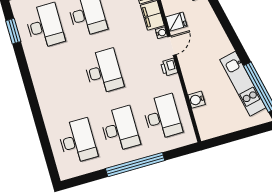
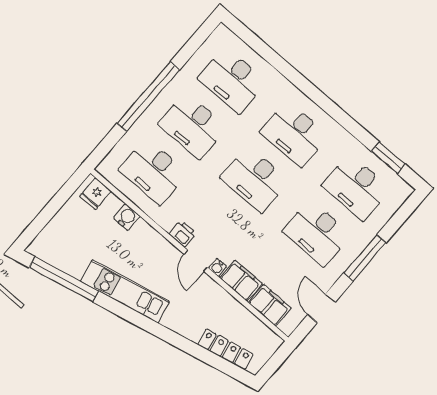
fridge: (176, 22) -> (96, 194), moved
desk: (61, 84) -> (294, 134), added
kitchen unit: (243, 84) -> (125, 291), moved

